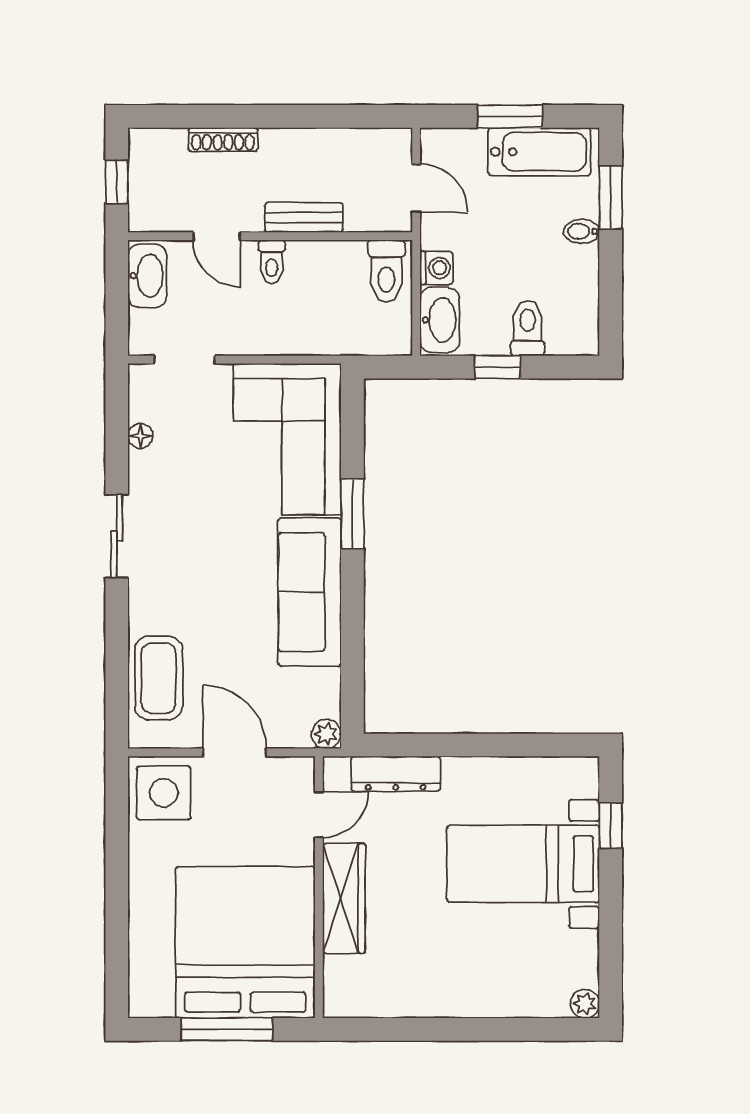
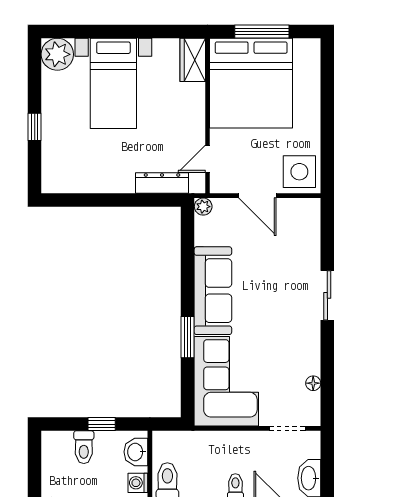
washbasin: (440, 320) -> (136, 452), width x0.72
sliding door: (117, 536) -> (327, 295), moved
coffee table: (159, 678) -> (302, 240), removed
window: (611, 826) -> (35, 127), moved
bed with nightstands: (523, 864) -> (113, 83), moved, turned 90
wardrobe: (344, 898) -> (193, 60), moved, width x0.67
plant: (585, 1004) -> (57, 54), width x1.88, depth x1.88

